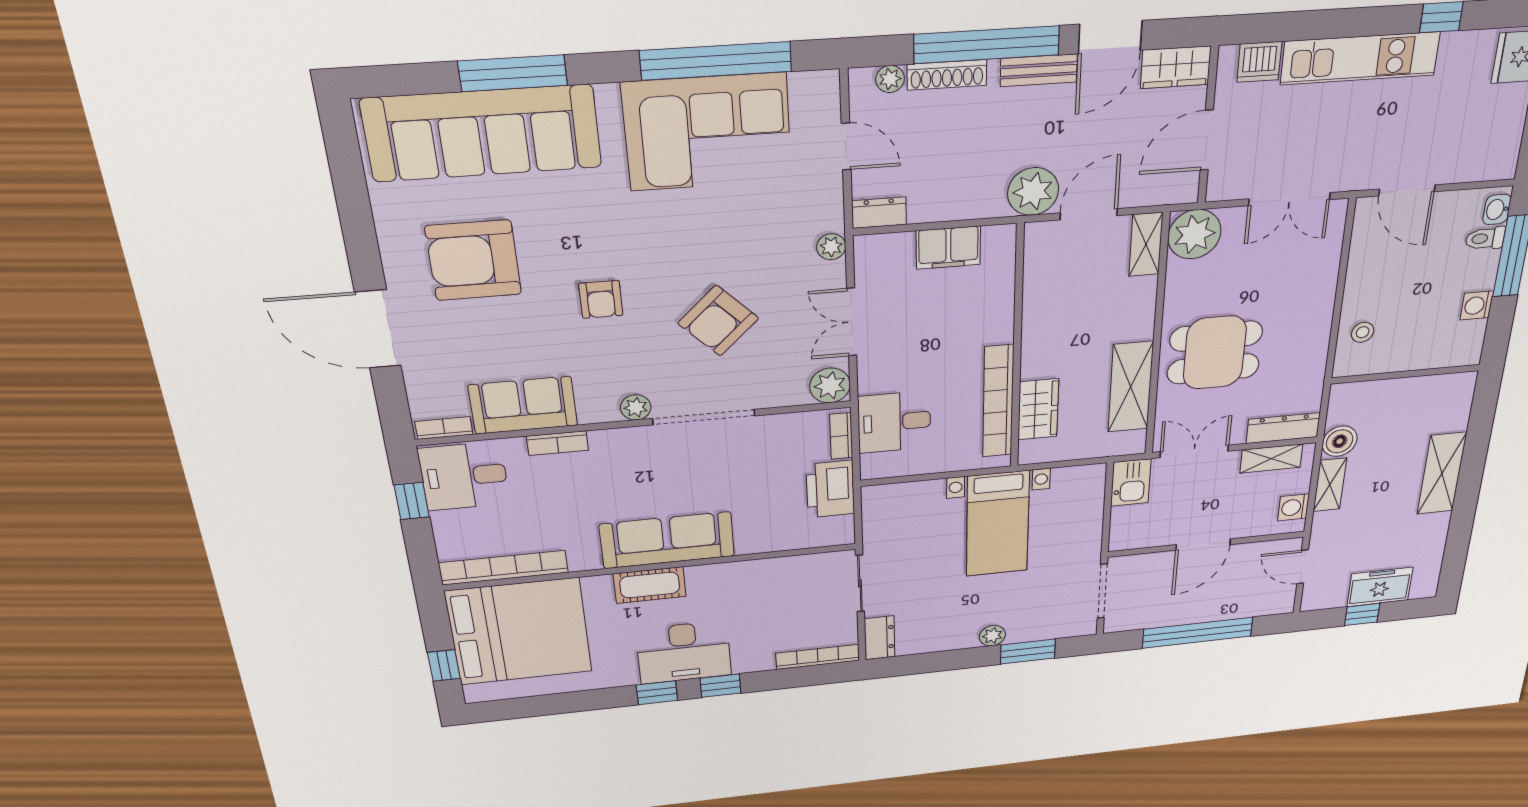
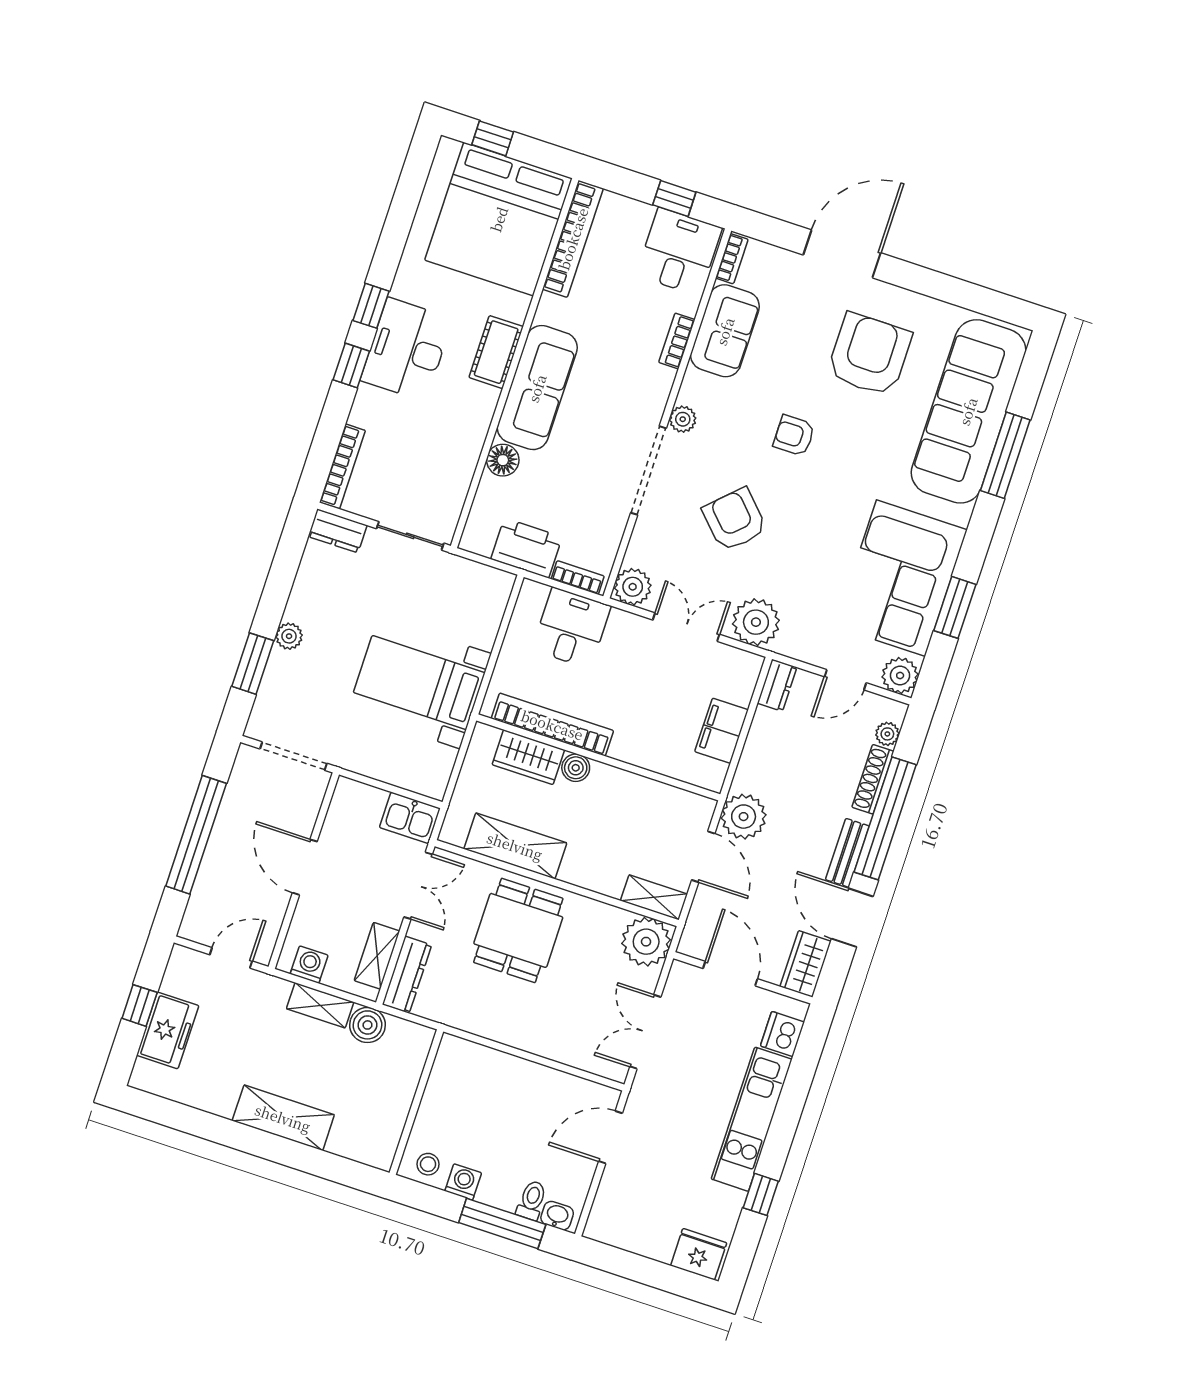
window: (716, 61) -> (955, 607), width x0.47
plant: (819, 91) -> (900, 675), added
plant: (831, 247) -> (756, 622), width x1.88, depth x1.88
stool: (1363, 332) -> (428, 1164), moved
boiler: (1035, 365) -> (576, 768), added
floor lamp: (753, 540) -> (503, 460), added

